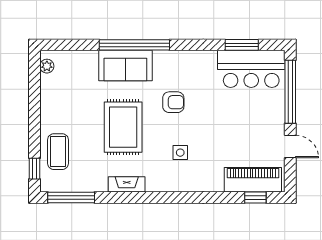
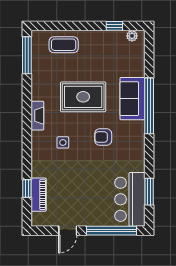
armchair: (173, 102) -> (103, 137), turned 90
window: (35, 169) -> (114, 26), moved
piano: (253, 180) -> (39, 195), width x0.73, depth x0.75
fireplace: (127, 184) -> (37, 116), moved
window: (255, 198) -> (27, 189), moved

